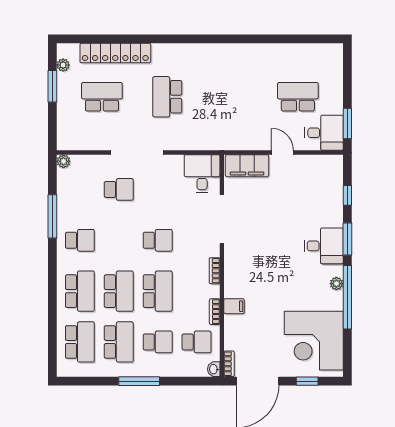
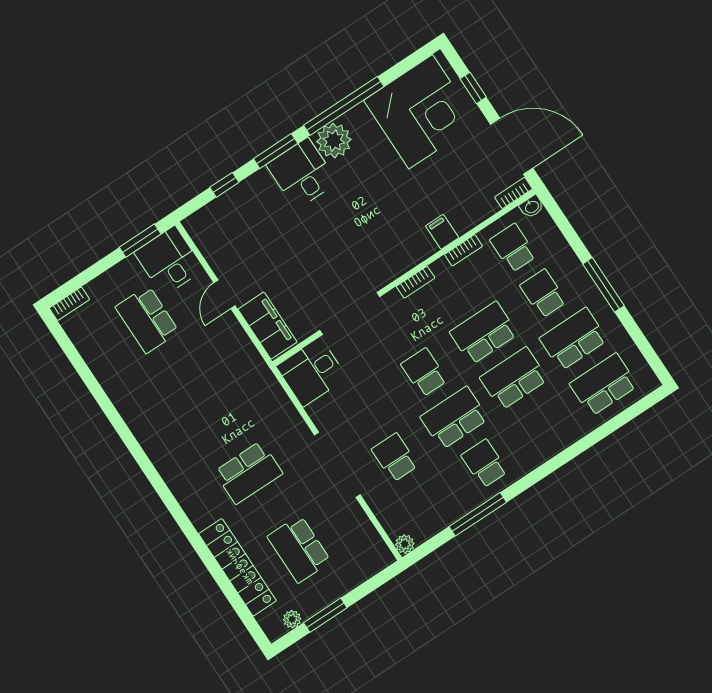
bookcase: (338, 57) -> (69, 304), added
plant: (336, 284) -> (334, 141), width x1.87, depth x1.87
school desk: (80, 291) -> (454, 418), moved

